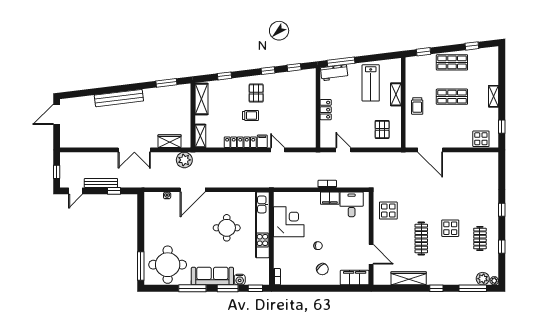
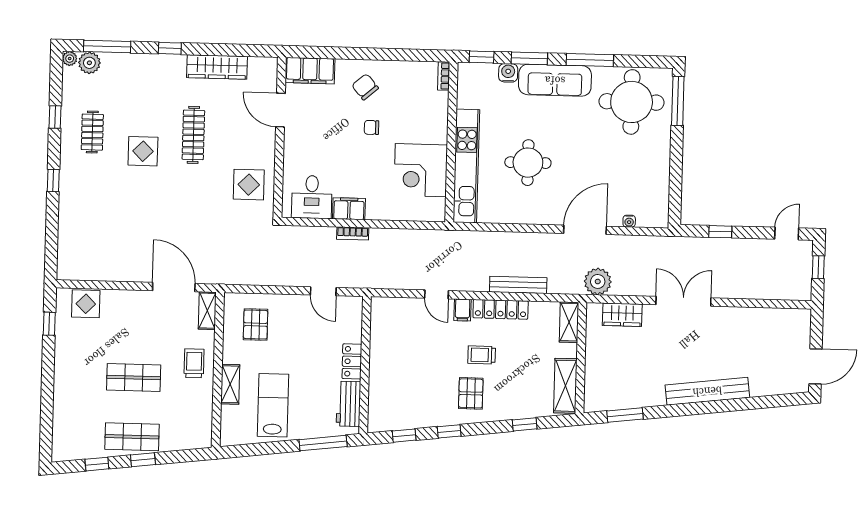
window: (424, 52) -> (143, 460), moved
workbench: (334, 73) -> (348, 404), moved, turned -83
shelving: (494, 96) -> (207, 311), moved
bench: (101, 183) -> (518, 285), moved

